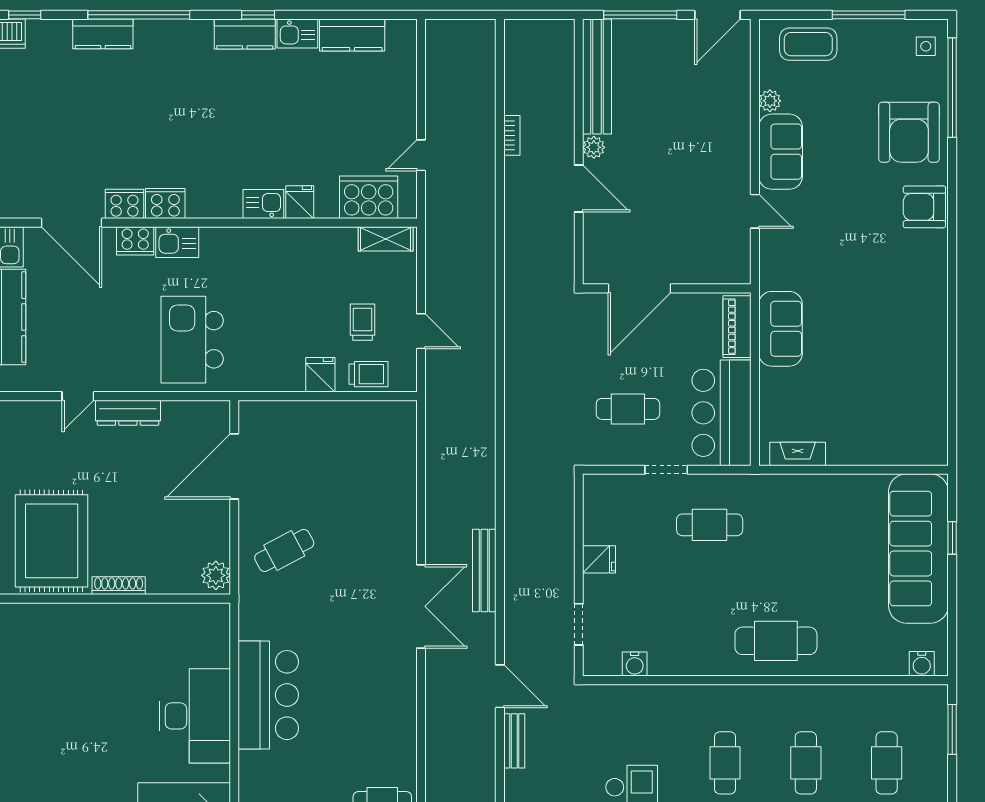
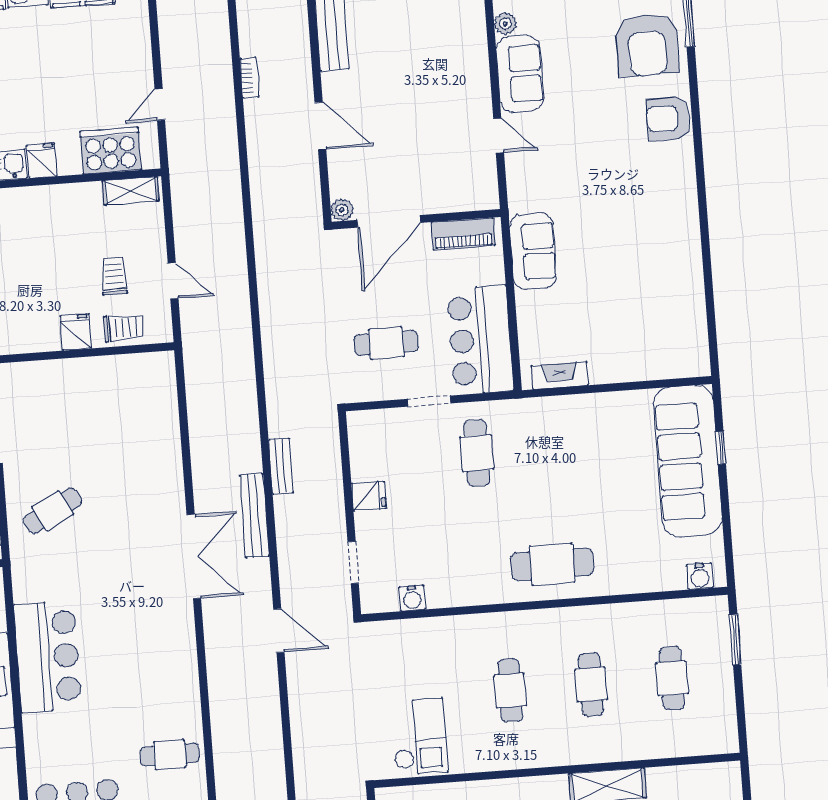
plant: (594, 147) -> (342, 210), moved
piano: (737, 327) -> (463, 234), moved, turned -90
cafe table: (710, 525) -> (477, 453), turned 90
bench: (514, 741) -> (281, 466), moved

